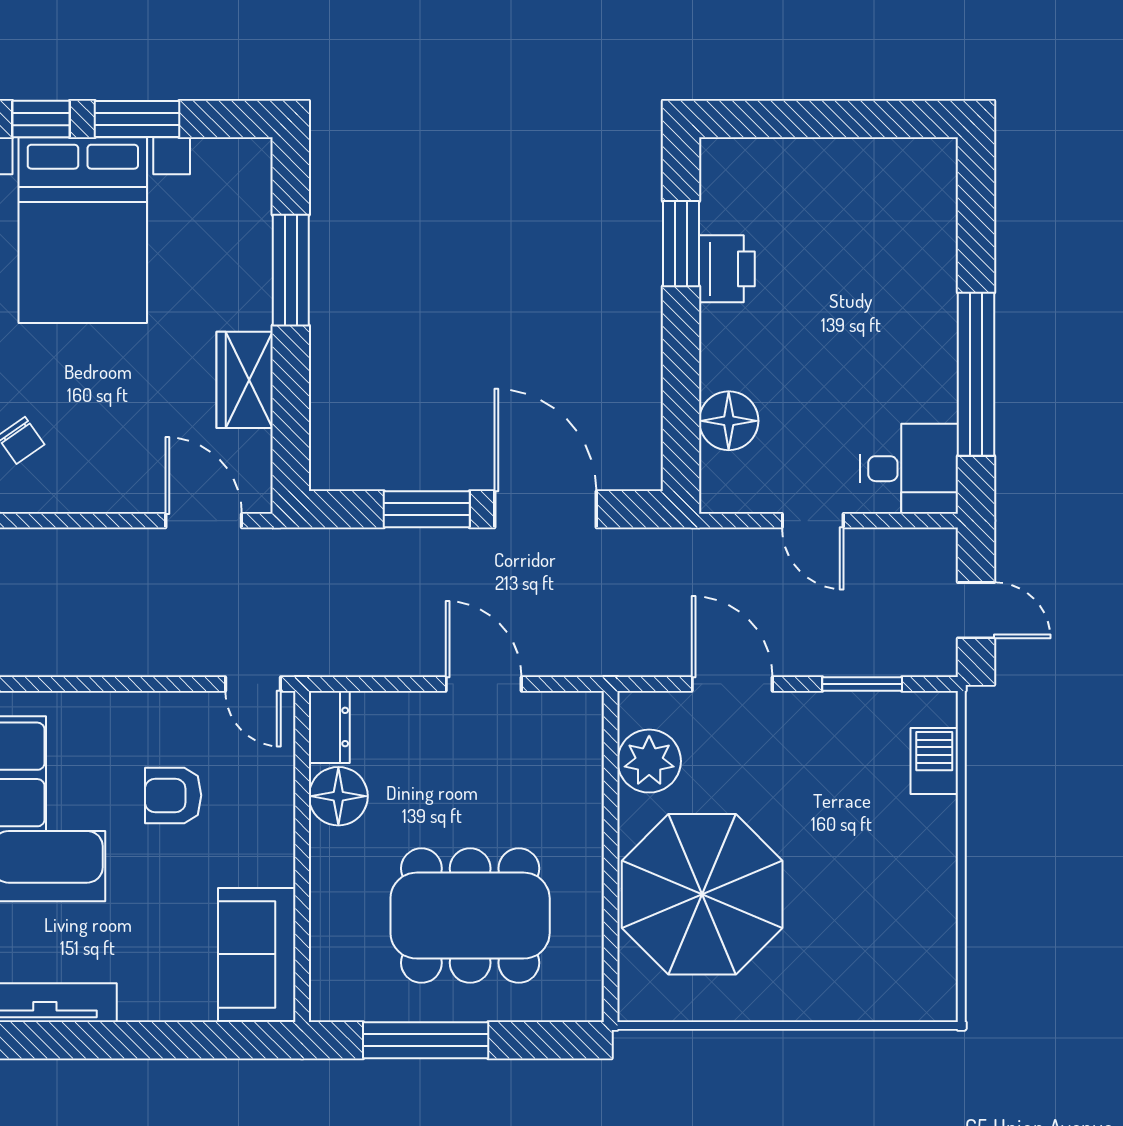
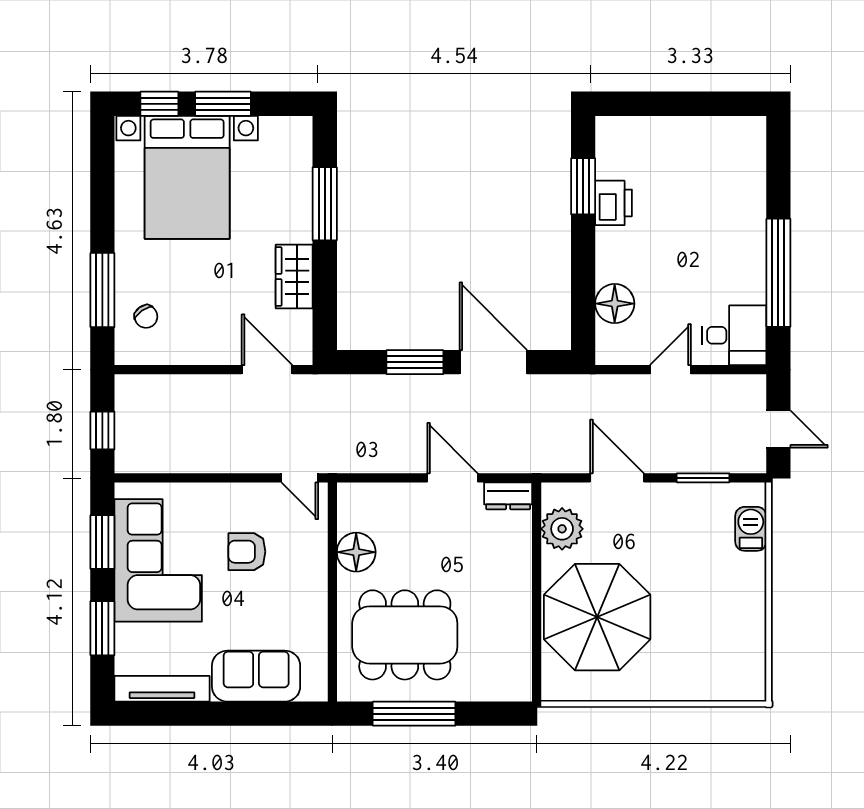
door: (813, 521) -> (670, 370), swing flipped
dresser: (329, 727) -> (508, 496), moved, turned 90
dining table: (470, 916) -> (405, 635), moved
sofa: (257, 954) -> (256, 676), moved, turned 90

